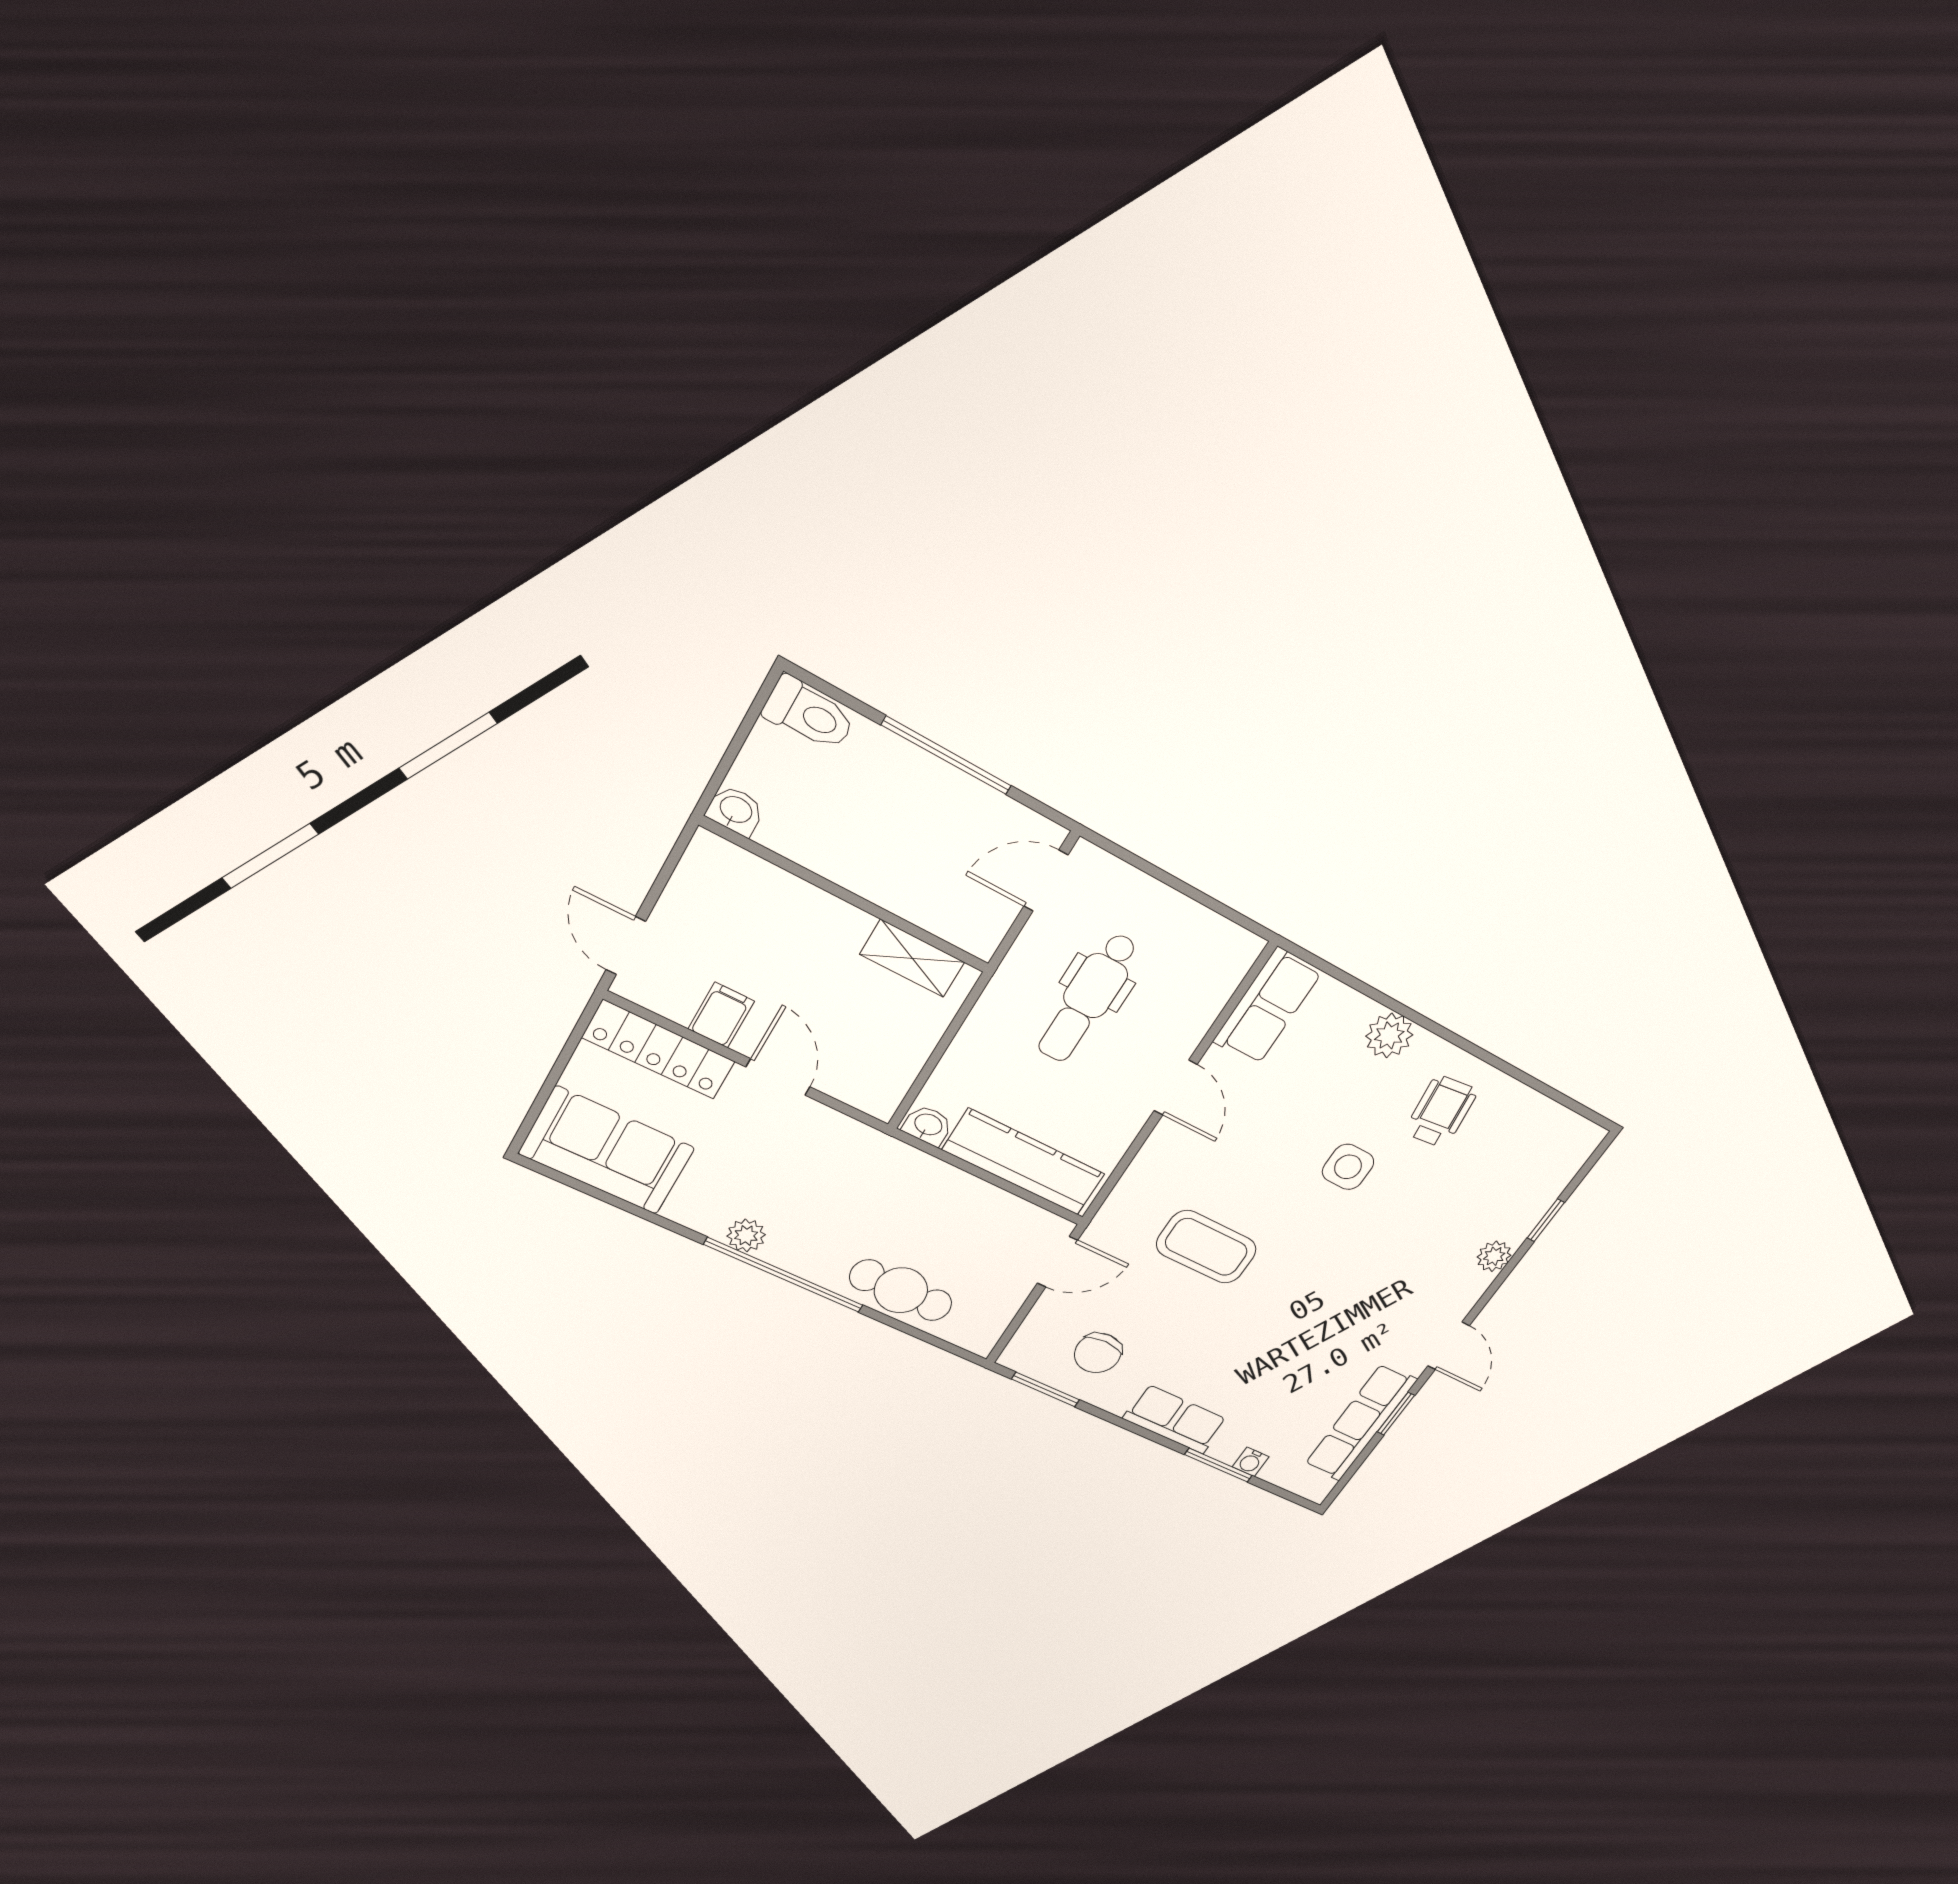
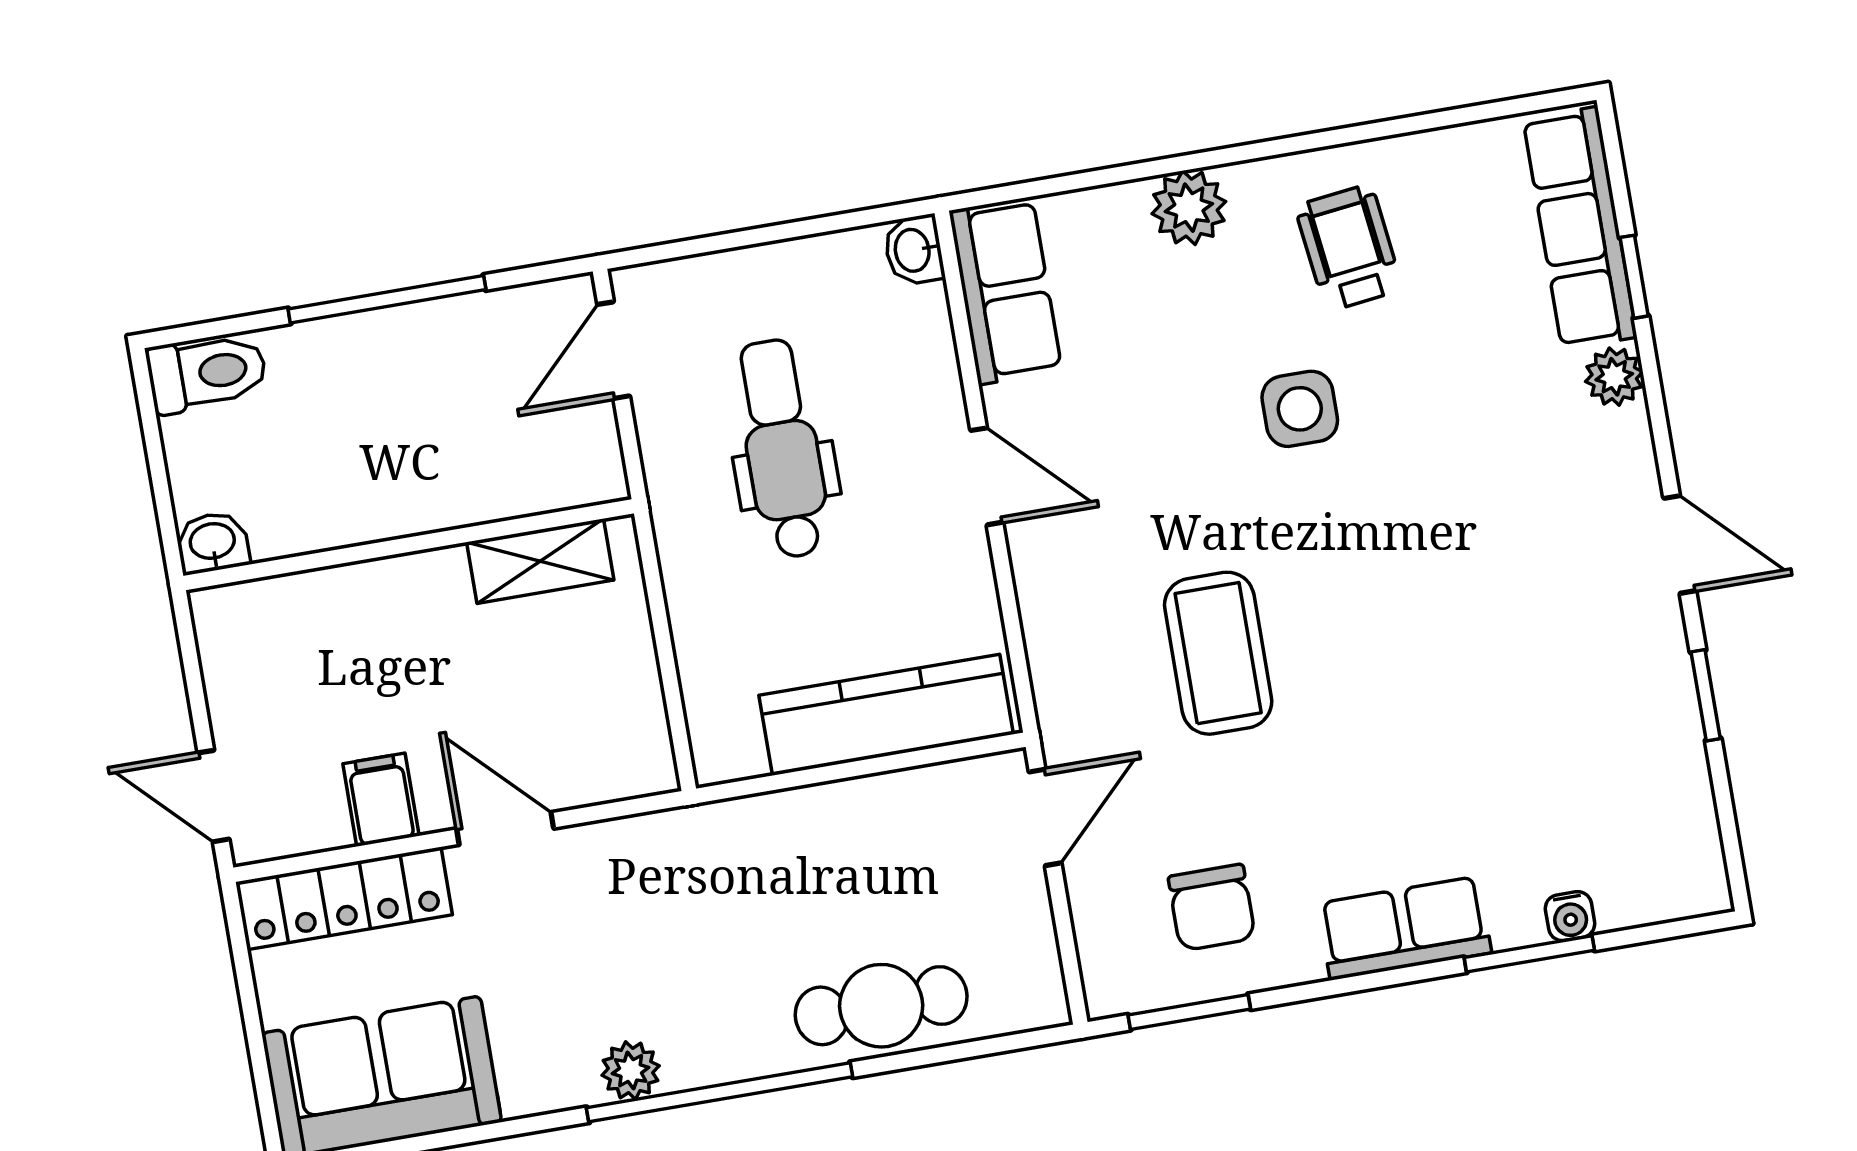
dental chair: (1088, 998) -> (782, 449), turned 180
washbasin: (928, 1125) -> (914, 250), moved, turned -90
coffee table: (1206, 1247) -> (1218, 653), turned 90
row of seats: (1361, 1422) -> (1580, 228), moved

